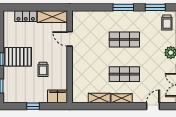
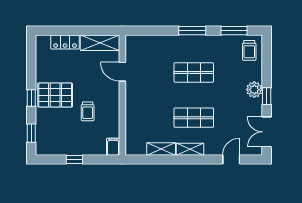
filing cabinet: (58, 96) -> (113, 147), width x0.50

